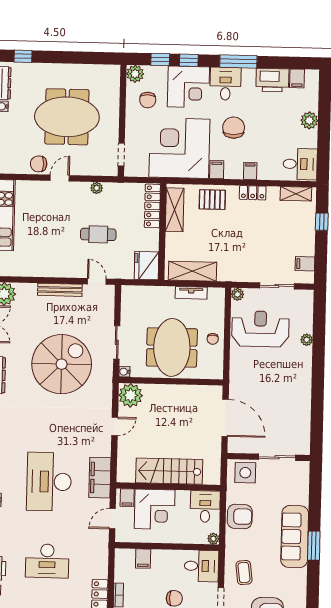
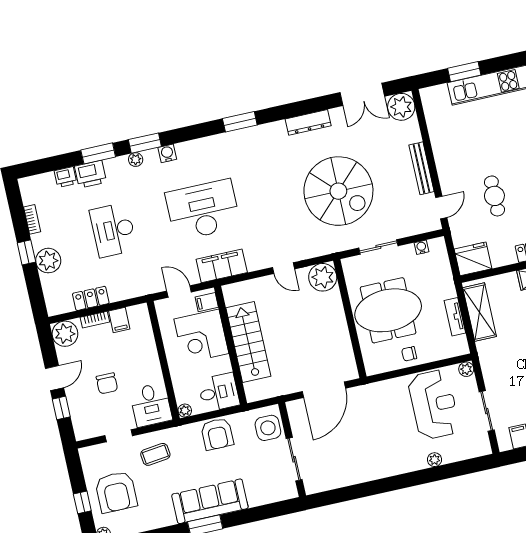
water cooler: (124, 372) -> (421, 247), moved
filing cabinet: (143, 559) -> (119, 320), moved, turned -90

